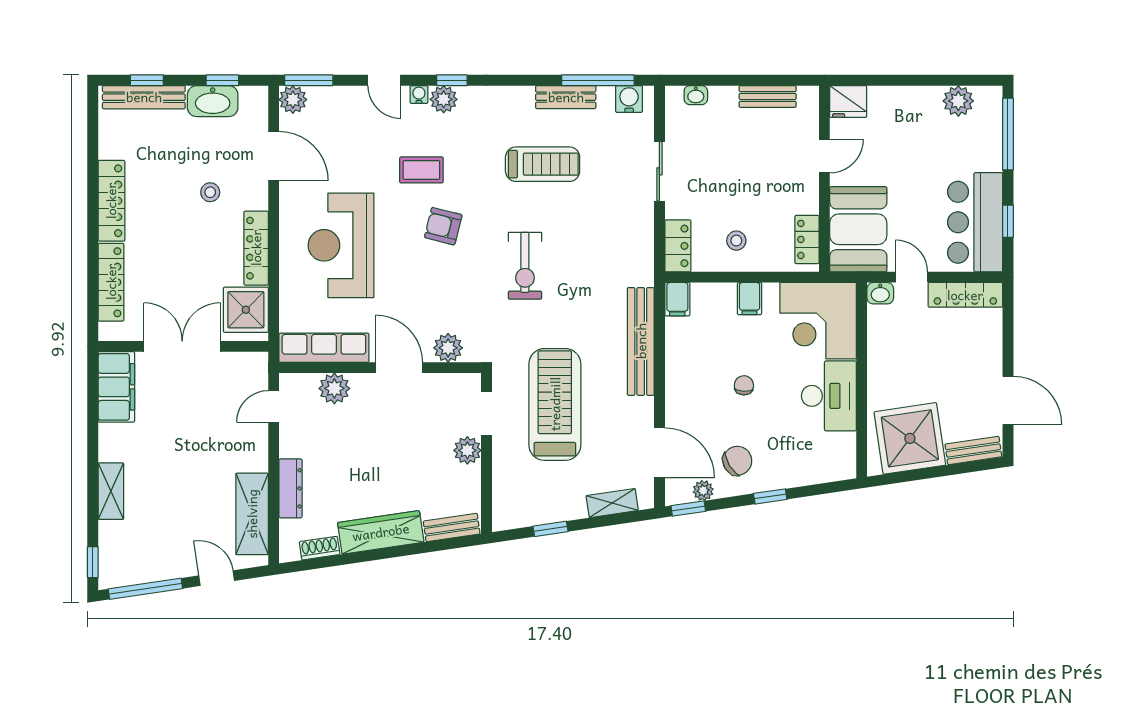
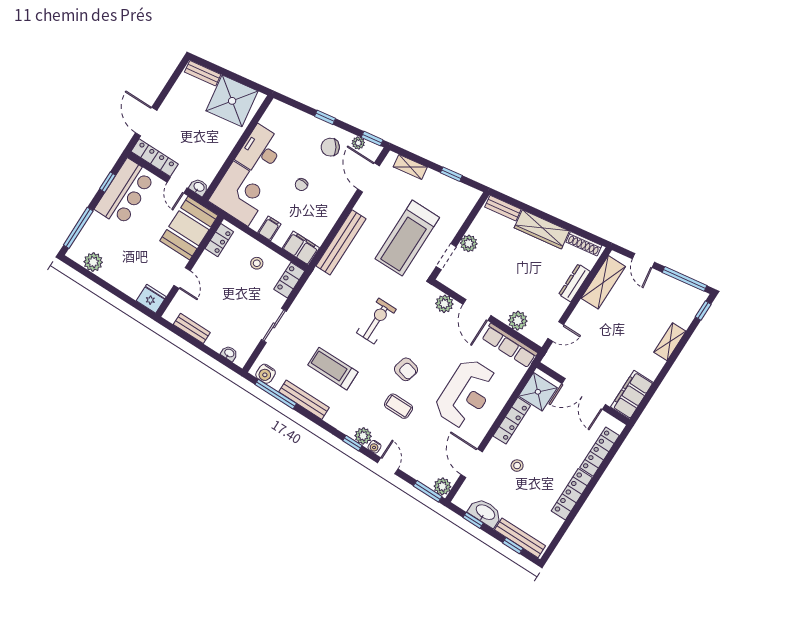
bench: (566, 97) -> (304, 400), width x1.36
door: (824, 156) -> (182, 278), swing flipped
filing cabinet: (677, 299) -> (301, 248), width x2.00
door: (1008, 400) -> (146, 122), moved
shoe rack: (320, 548) -> (584, 244), width x1.43

